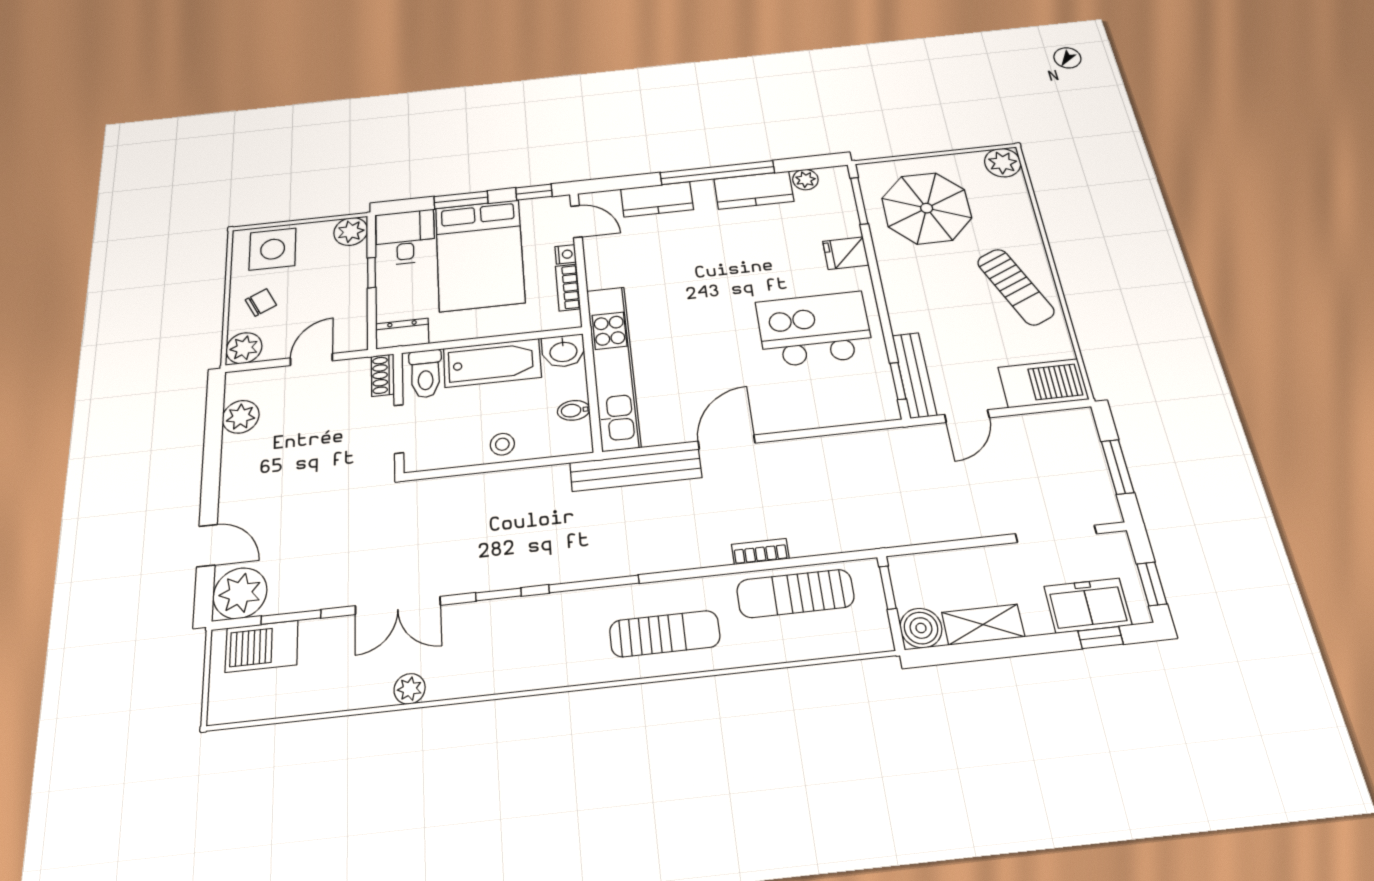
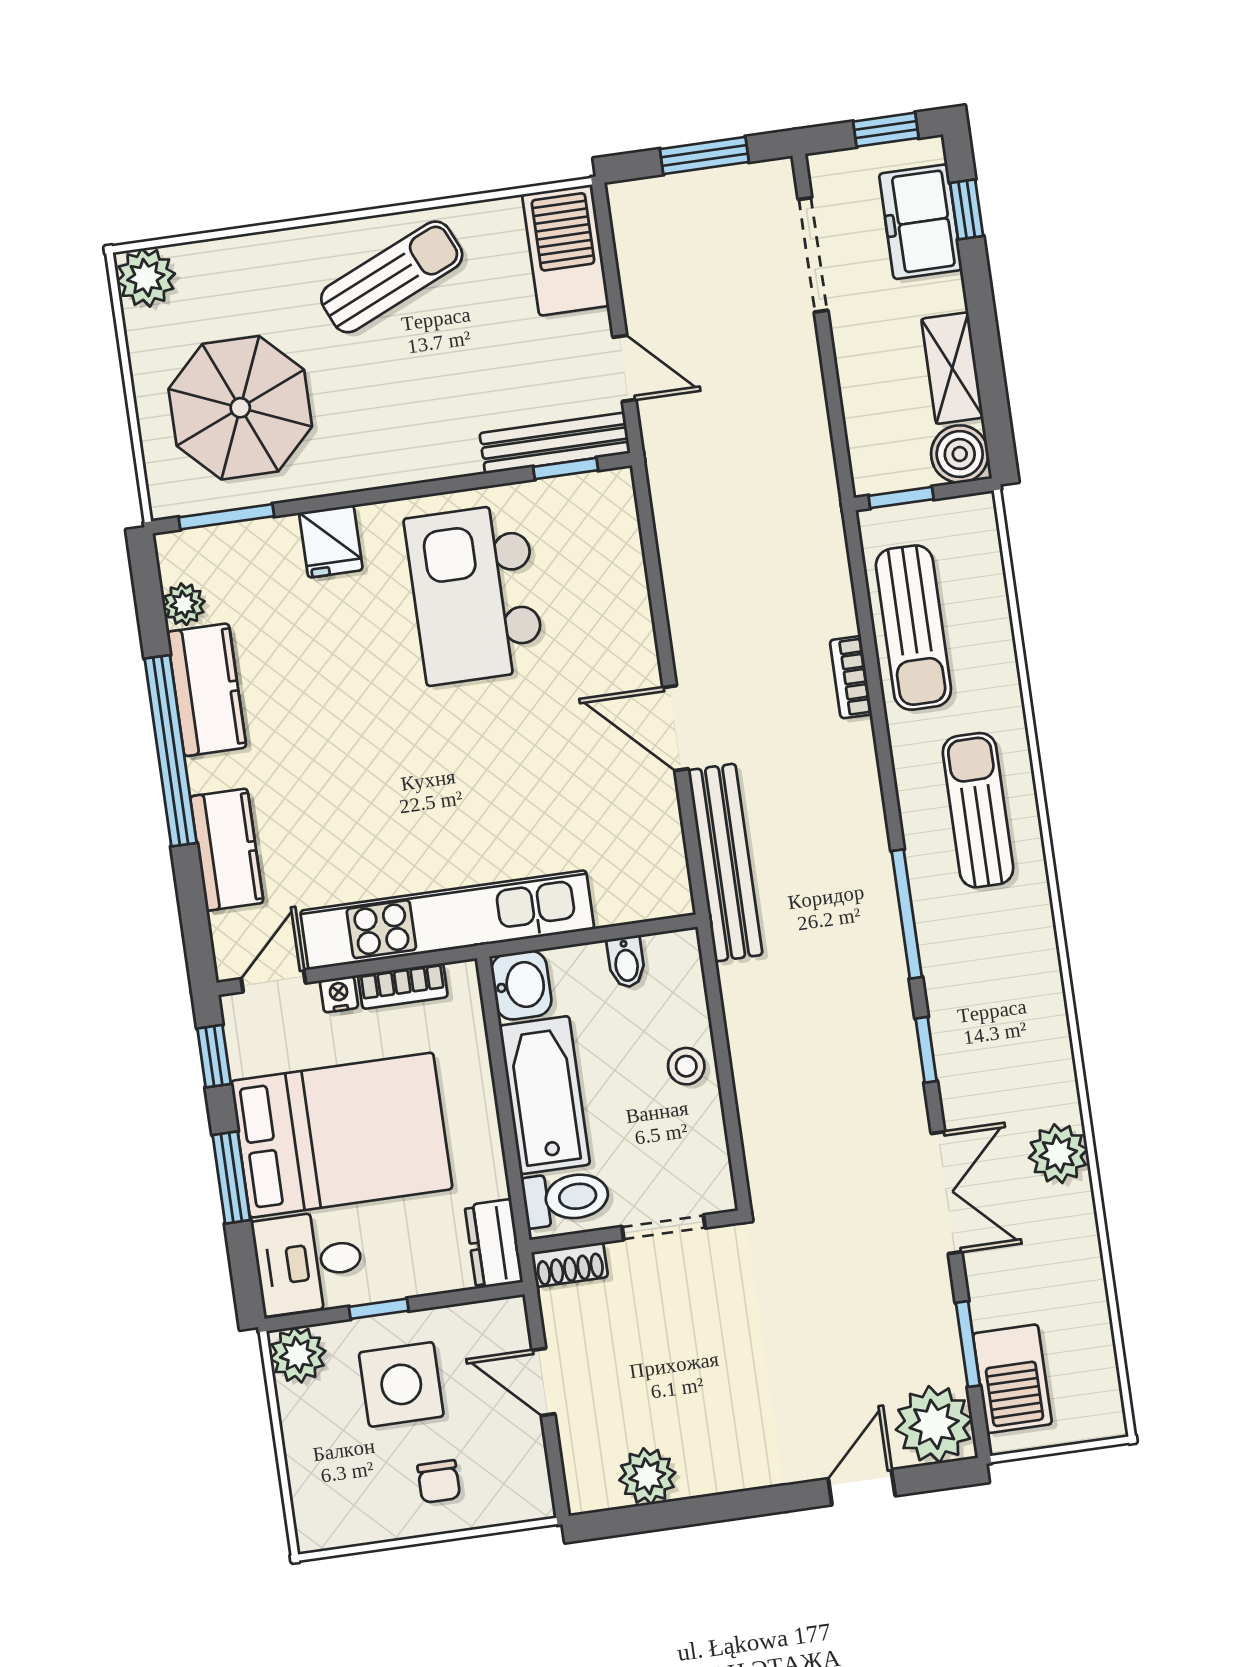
side table: (273, 249) -> (401, 1384), moved
chair: (261, 302) -> (439, 1481), turned -153
plant: (244, 348) -> (525, 1494), removed
kitchen unit: (613, 367) -> (447, 920), moved
plant: (410, 689) -> (1058, 1154), width x1.38, depth x1.38

